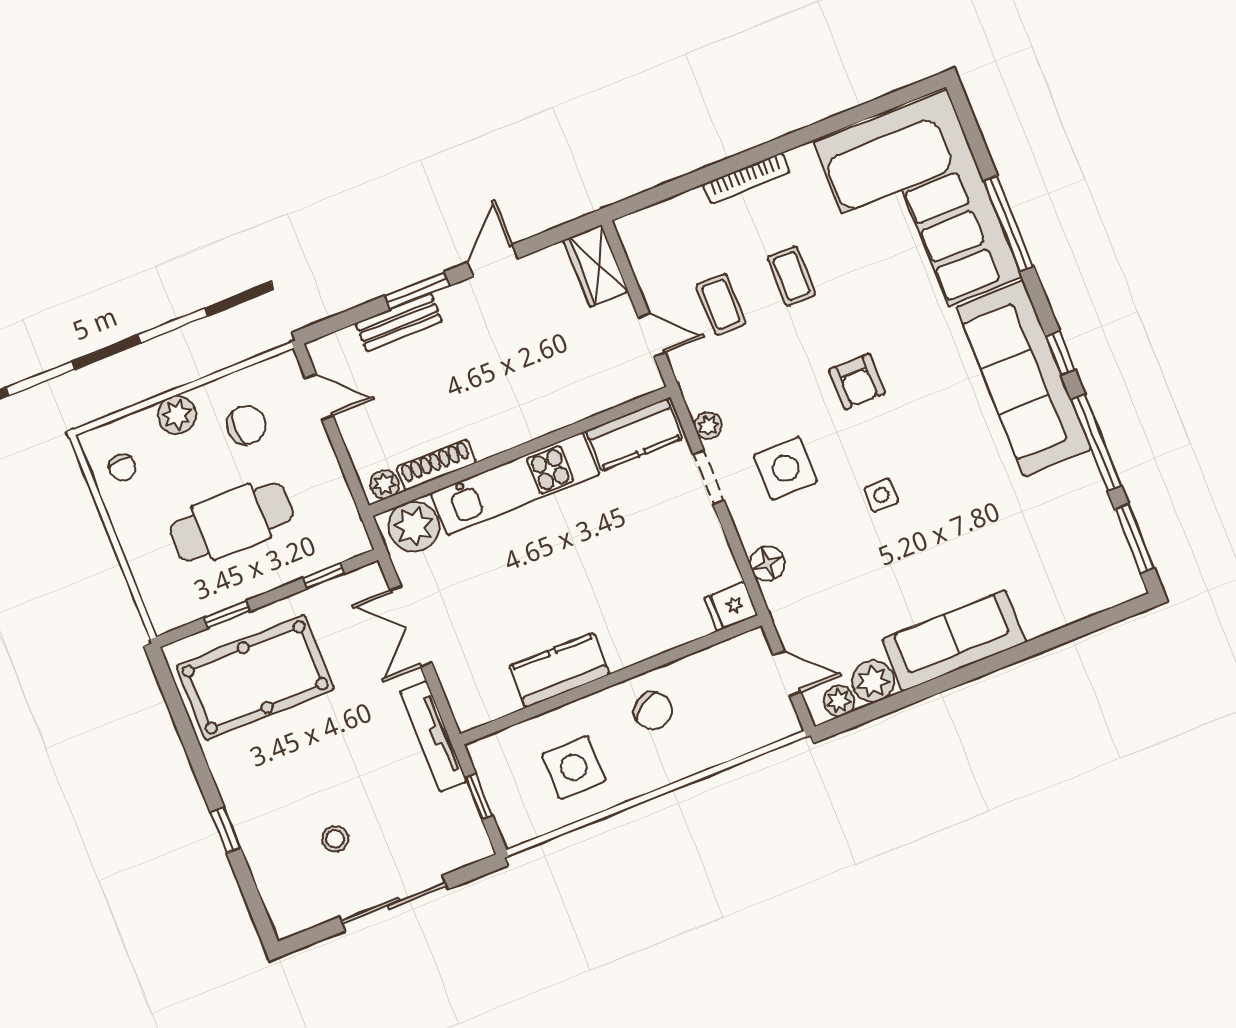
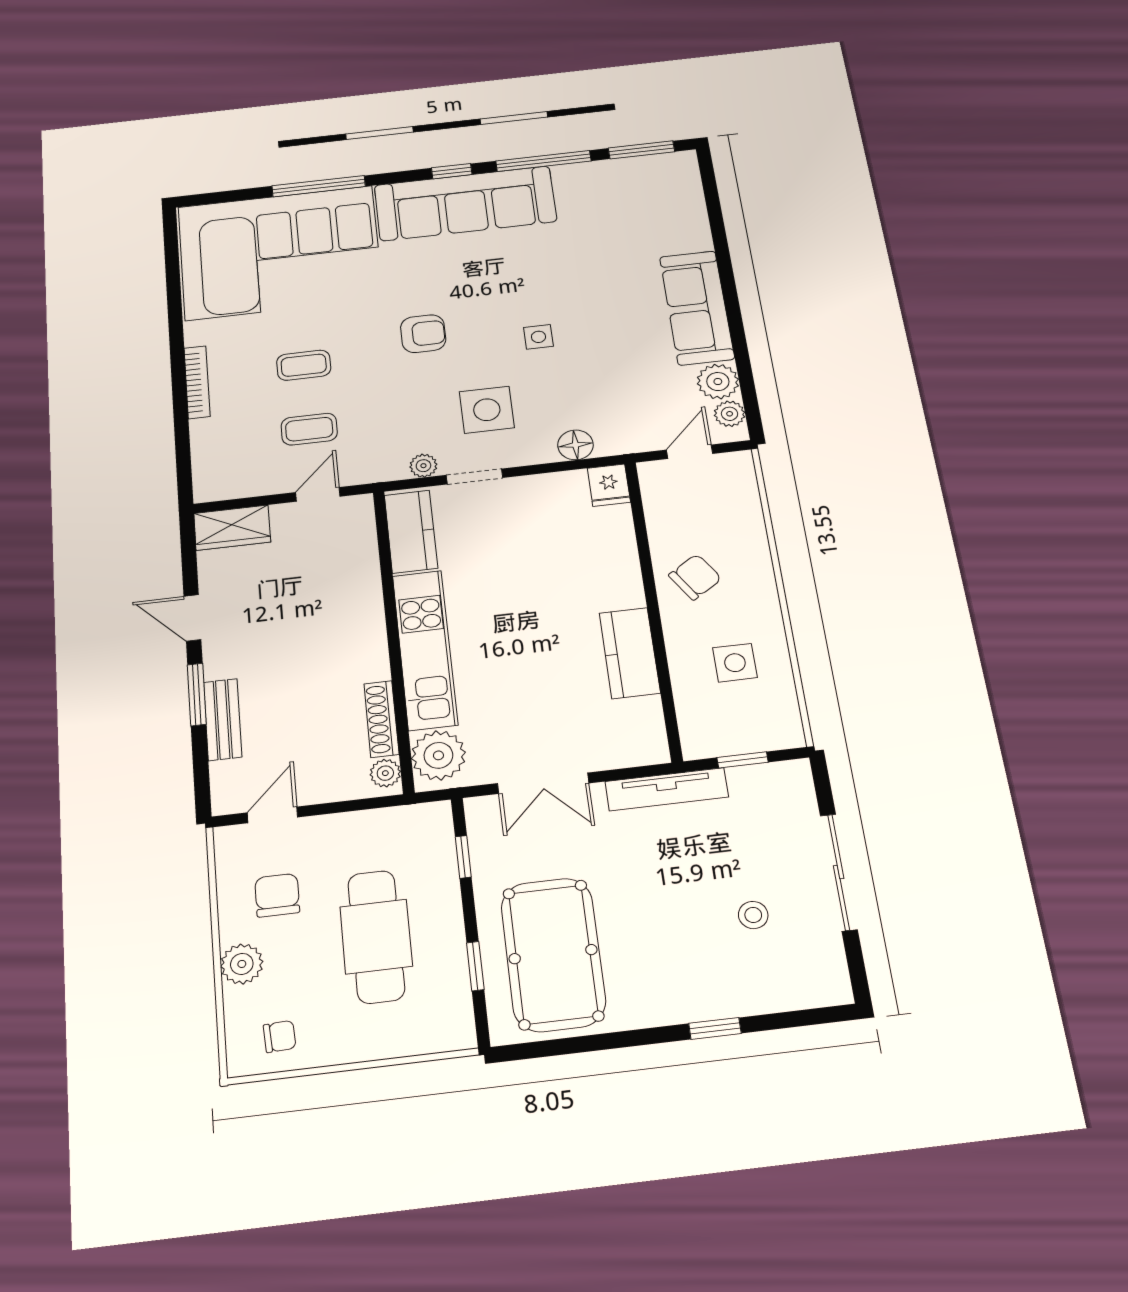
side table: (574, 767) -> (735, 663), width x0.73, depth x0.73

